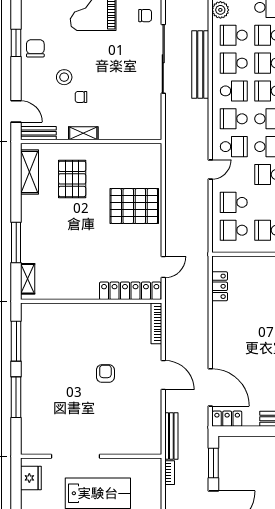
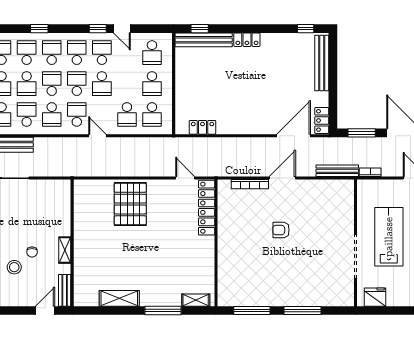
shelving: (30, 172) -> (119, 298), moved
pallet: (72, 179) -> (106, 260), removed
bookcase: (156, 323) -> (250, 184), moved

